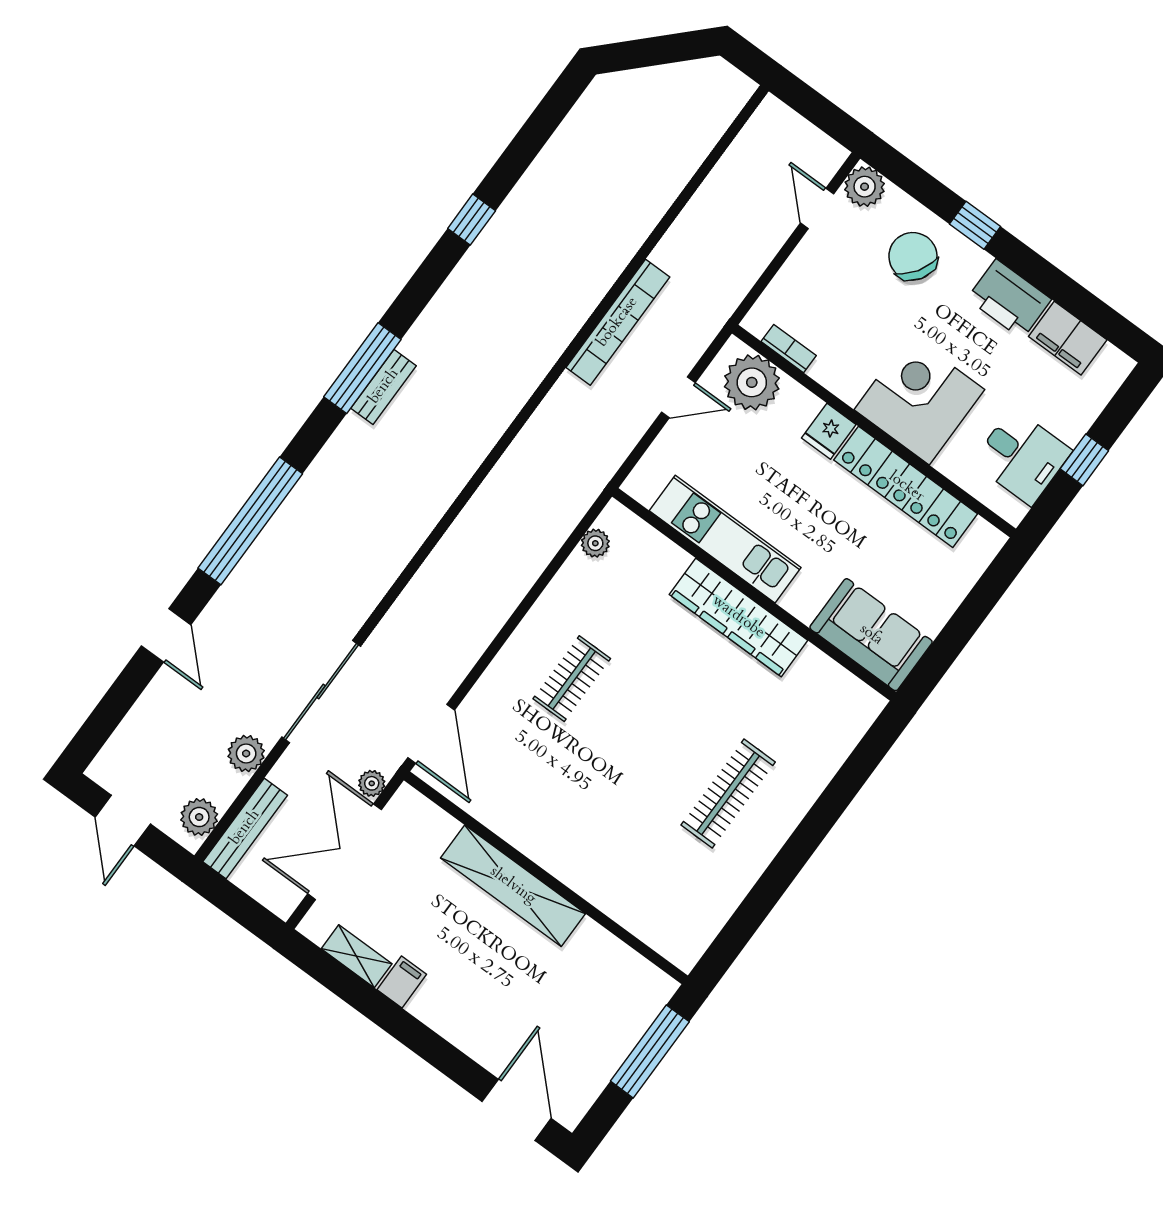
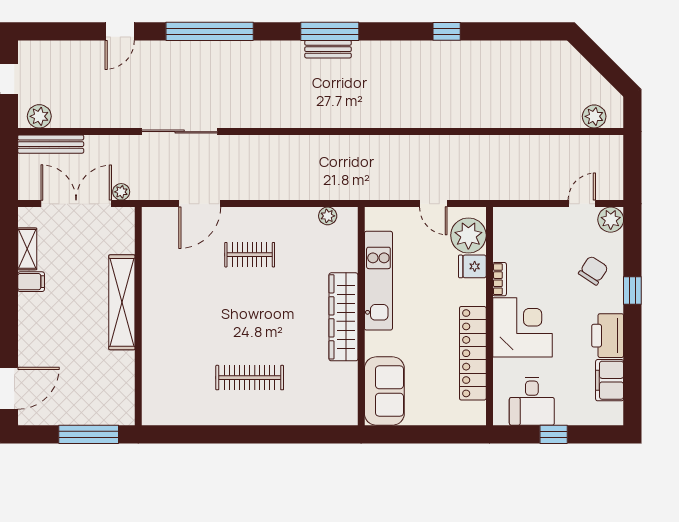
chair: (913, 256) -> (593, 270), width x0.73, depth x0.73
bookcase: (618, 322) -> (449, 145), removed
bookcase: (789, 349) -> (500, 279), moved
fridge: (829, 431) -> (472, 266), moved
sliding door: (321, 692) -> (180, 132), moved
door: (431, 734) -> (200, 204), moved
plant: (246, 754) -> (594, 116), moved

